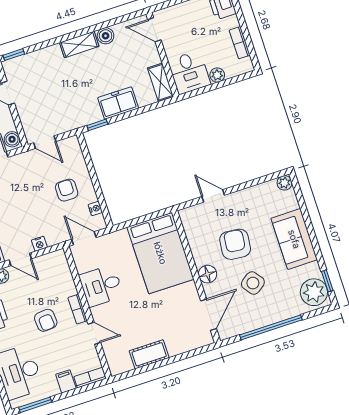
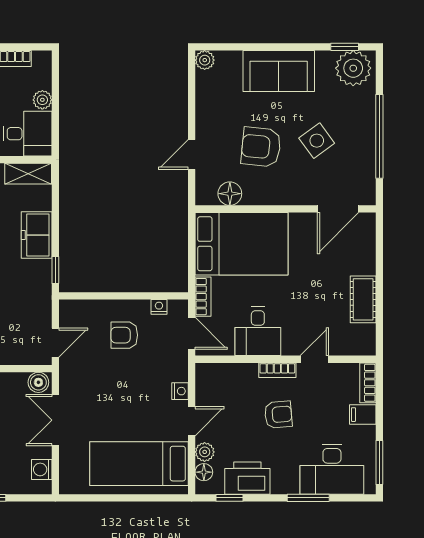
door: (84, 238) -> (192, 333), swing flipped
bookcase: (113, 238) -> (203, 297), added
floor lamp: (208, 274) -> (230, 194), moved
door: (209, 315) -> (338, 209), swing flipped

